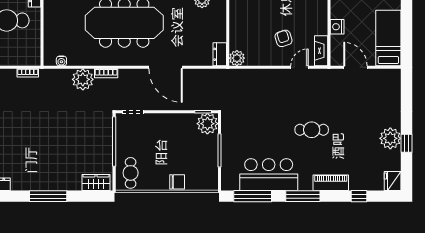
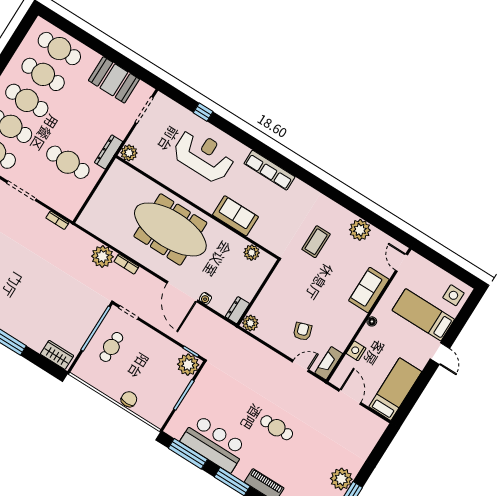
water cooler: (61, 61) -> (205, 298), moved
cafe table: (131, 173) -> (111, 347), moved
chair: (177, 182) -> (129, 399), turned -90

